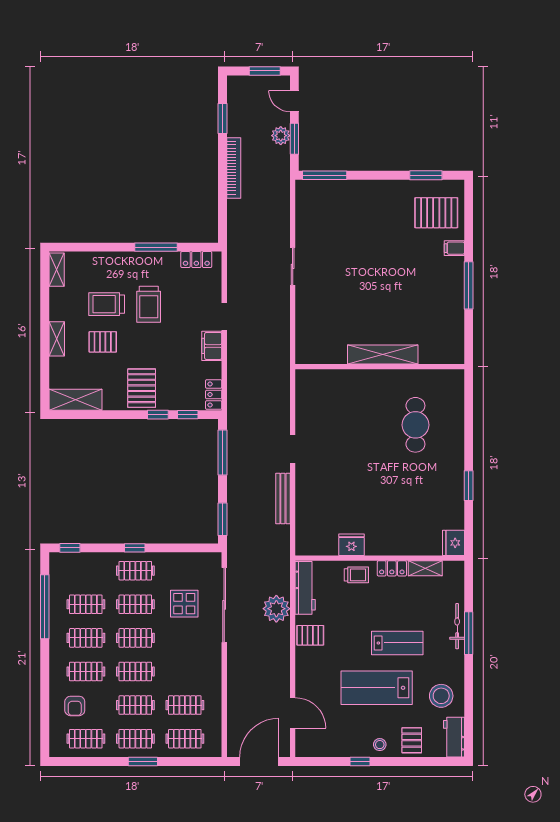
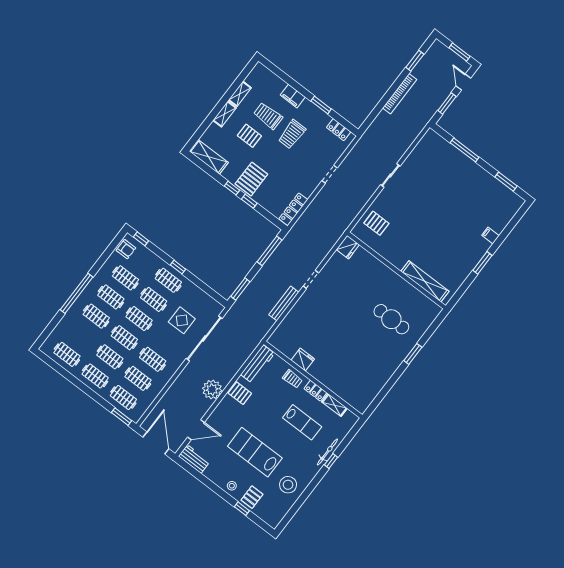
plant: (281, 136) -> (441, 96), removed
window: (325, 175) -> (465, 150), moved
pallet: (436, 213) -> (376, 223), moved, width x0.67, depth x0.71
window: (156, 247) -> (321, 105), width x0.69
shelving: (57, 270) -> (240, 94), moved
window: (469, 285) -> (482, 263), width x0.69
filing cabinet: (212, 346) -> (293, 96), moved, turned -90
shelving: (383, 355) -> (425, 281), moved
locker: (214, 394) -> (293, 209), width x1.53
window: (188, 415) -> (232, 188), moved
cafe table: (415, 425) -> (391, 319), turned 90
window: (469, 486) -> (413, 354), moved
fridge: (453, 543) -> (348, 247), moved, turned 180
window: (45, 607) -> (77, 293), moved
plant: (276, 609) -> (212, 390), moved
window: (469, 633) -> (331, 461), width x0.46
lab bench: (397, 643) -> (302, 422), moved
clothes rail: (185, 671) -> (153, 359), added
armchair: (75, 706) -> (126, 249), moved, turned -90
door: (293, 713) -> (196, 430), hinge flipped
workbench: (454, 737) -> (194, 459), moved, turned 90
window: (143, 762) -> (121, 417), moved
door: (259, 762) -> (156, 443), hinge flipped
window: (360, 762) -> (242, 509), moved

